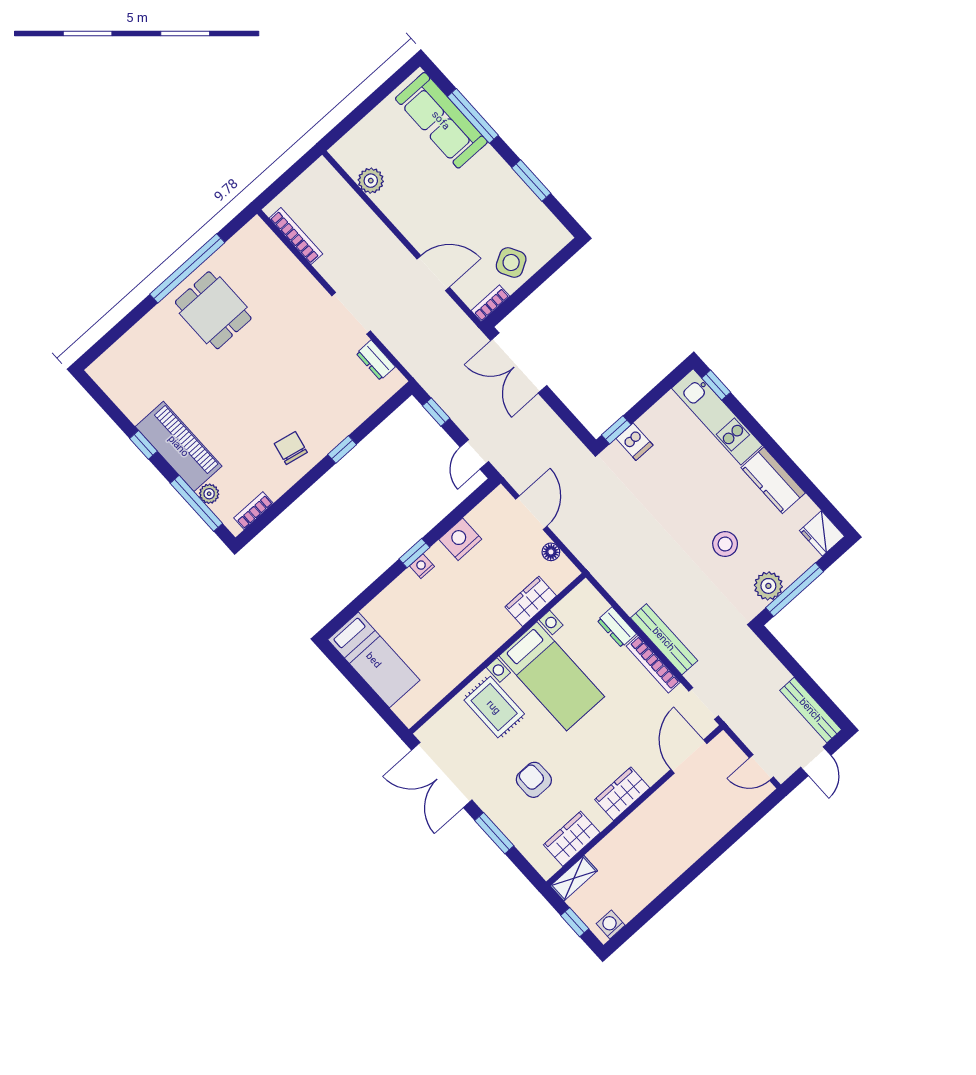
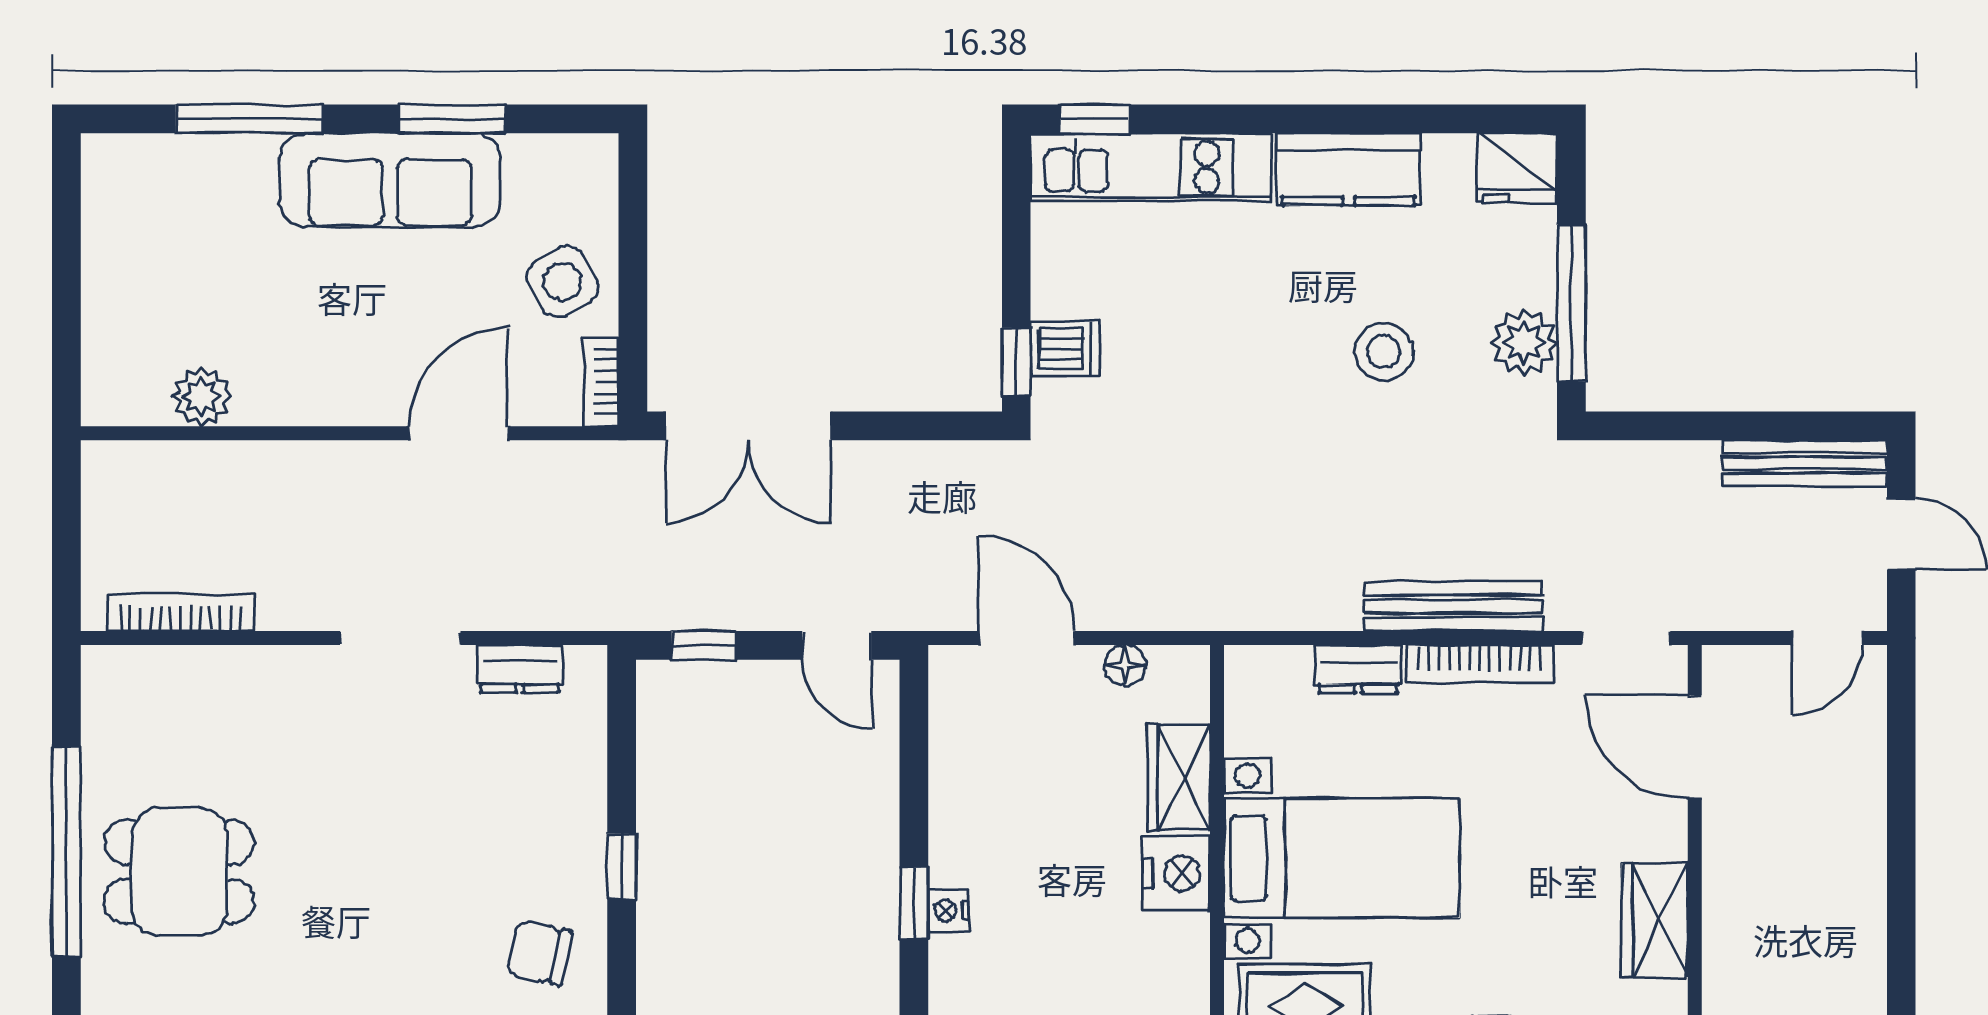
sofa: (441, 120) -> (390, 180), moved
nightstand: (460, 539) -> (1177, 873), moved, turned 180

